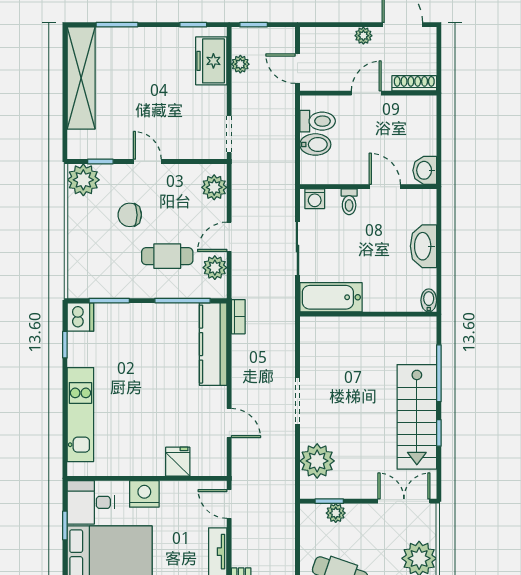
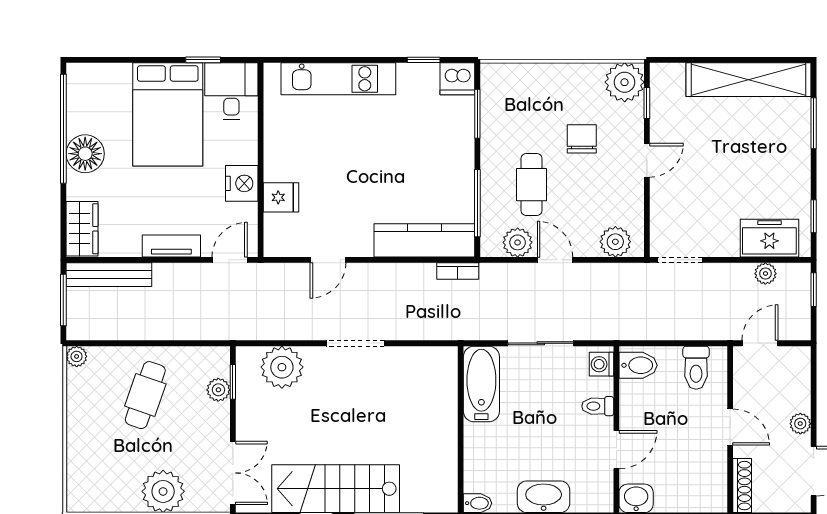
bidet: (315, 144) -> (638, 365), moved, turned -90
nightstand: (144, 494) -> (242, 183), moved

